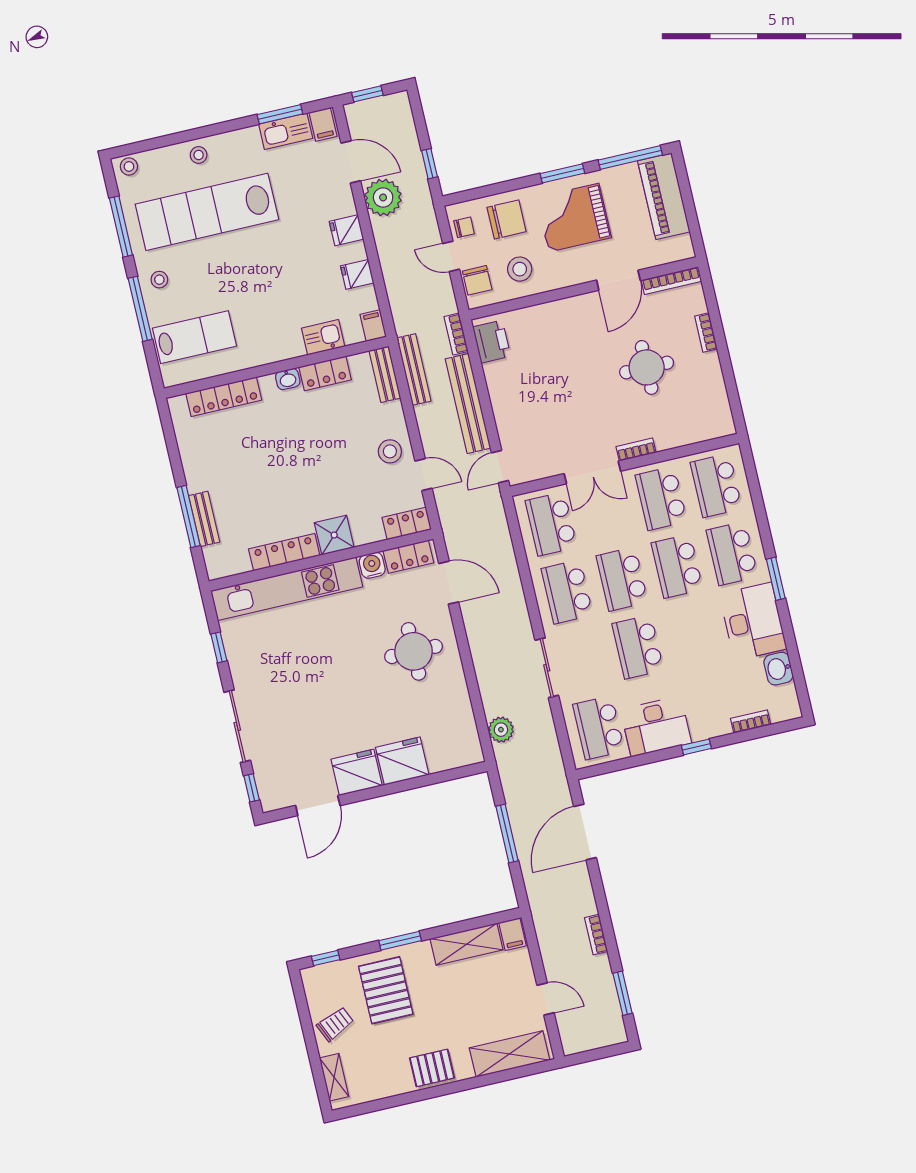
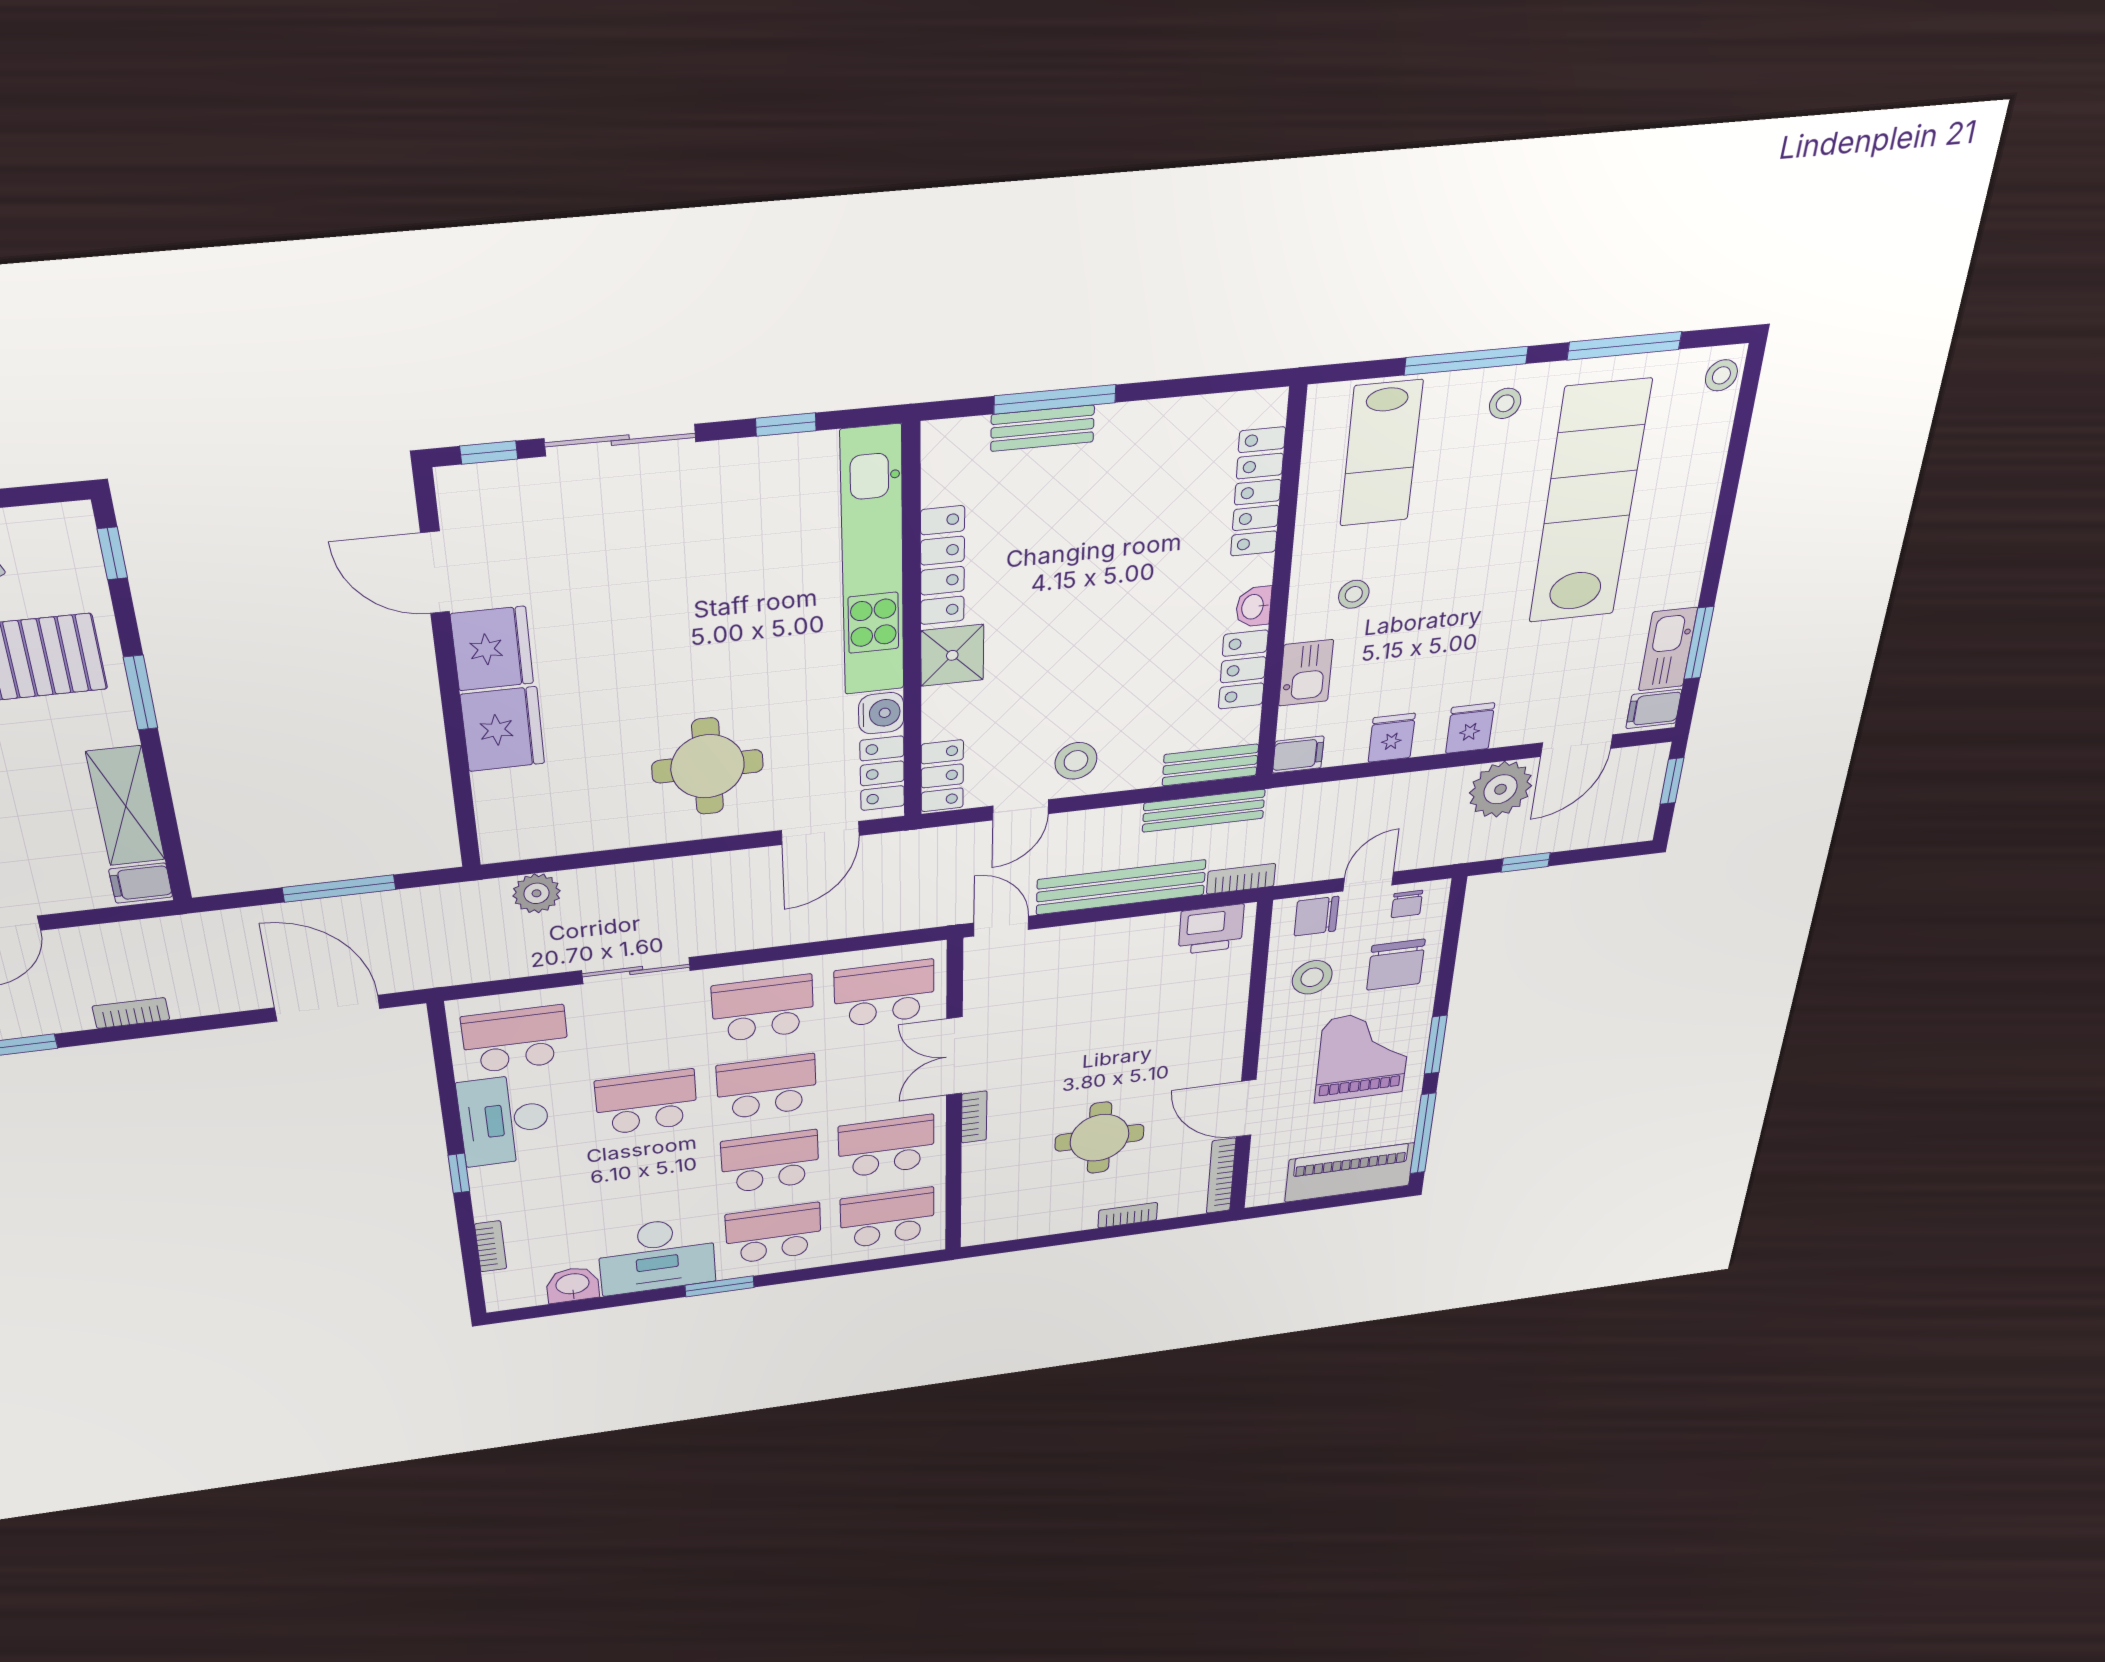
stool: (199, 155) -> (1354, 594), moved

